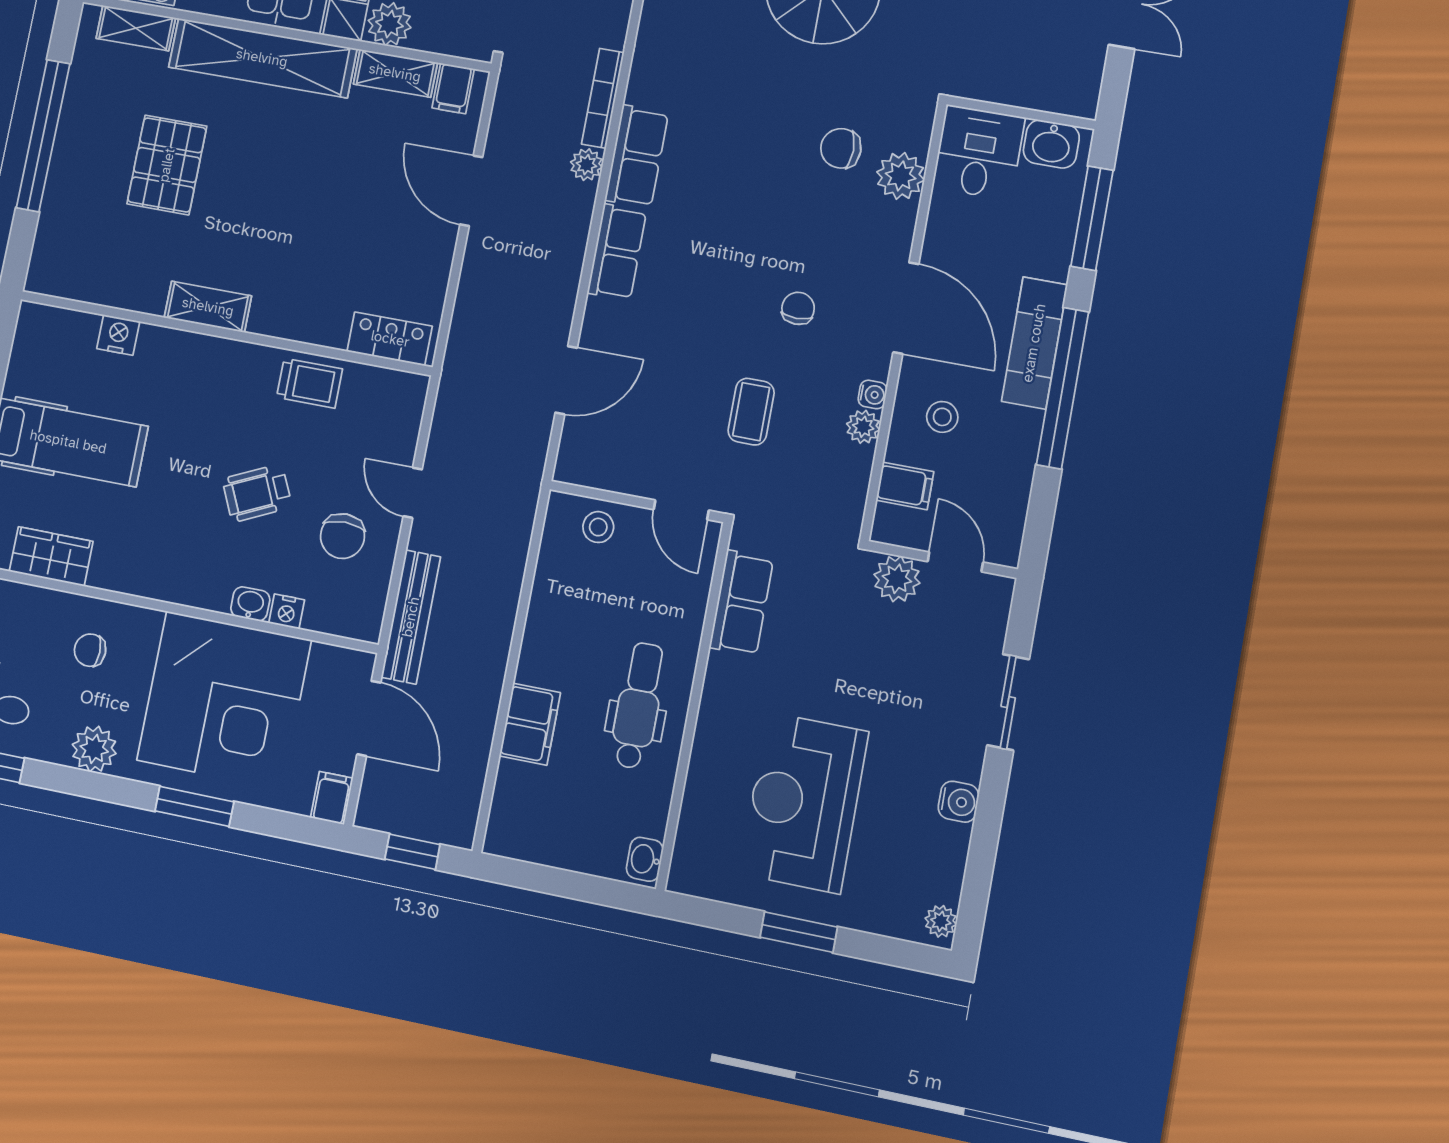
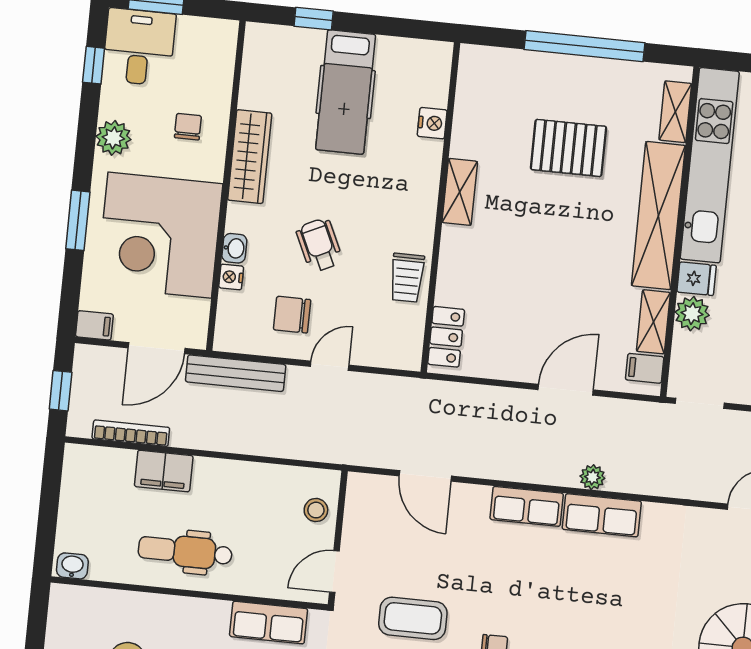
bookcase: (603, 98) -> (131, 433), moved
coffee table: (751, 412) -> (413, 618), width x1.36, depth x1.30
wardrobe: (51, 556) -> (250, 157), moved, width x1.50
dental chair: (638, 706) -> (185, 551), turned 180

